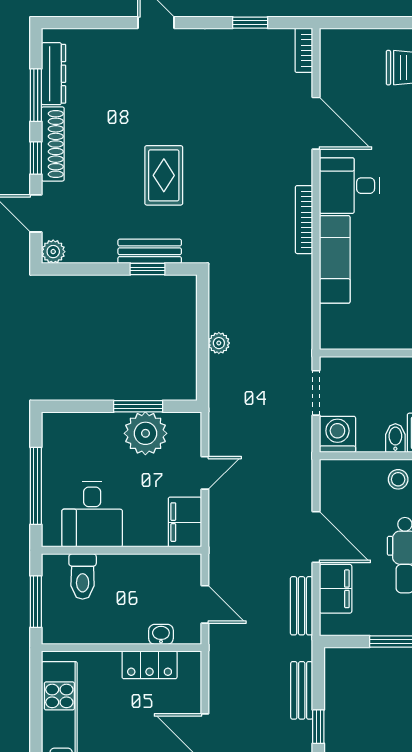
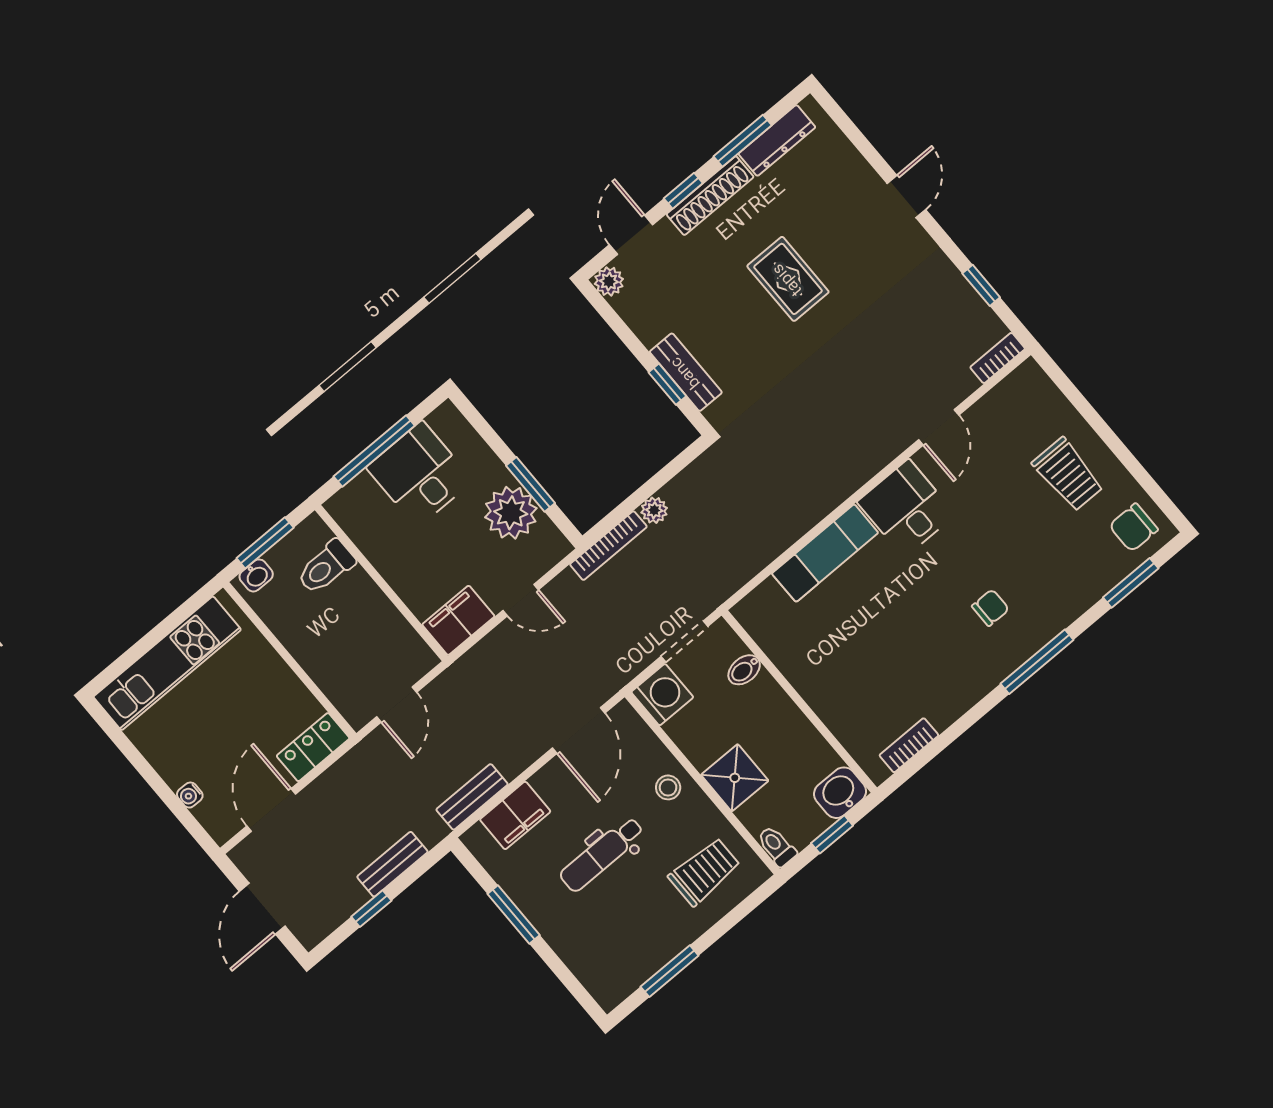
door: (316, 123) -> (939, 427), width x0.73
rug: (164, 175) -> (788, 279), moved, turned 90
bookcase: (304, 220) -> (608, 546), moved, turned 180
bidet: (395, 438) -> (744, 670), moved, turned 180
desk: (92, 514) -> (420, 474), moved, turned 90
door: (316, 537) -> (579, 730), moved
washbasin: (161, 634) -> (256, 575), moved, turned 90
locker: (150, 665) -> (313, 747), moved, turned 90

